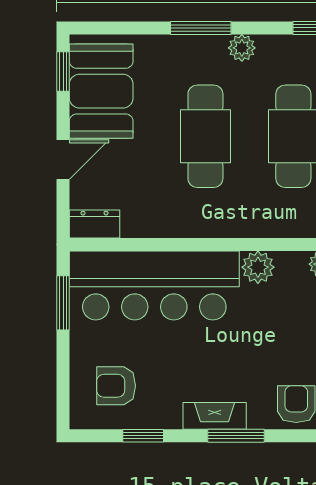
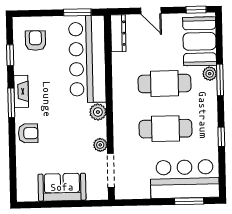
plant: (242, 48) -> (210, 74), moved
booth: (101, 91) -> (200, 41), moved, turned 90
dresser: (94, 224) -> (118, 33), width x1.44

